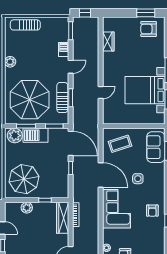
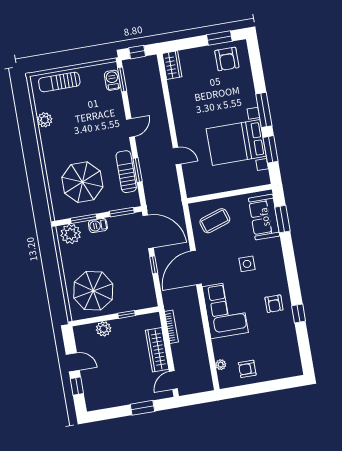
armchair: (149, 29) -> (227, 59), turned -90
wardrobe: (108, 41) -> (172, 65), moved
barbecue: (64, 50) -> (112, 80), moved
plant: (10, 62) -> (45, 120), moved
door: (101, 92) -> (177, 156), hinge flipped
parasol: (30, 100) -> (82, 182), width x0.73, depth x0.73
barbecue: (35, 135) -> (98, 226), width x0.53, depth x0.65
door: (101, 175) -> (196, 268), swing flipped
wardrobe: (63, 218) -> (157, 350), moved

